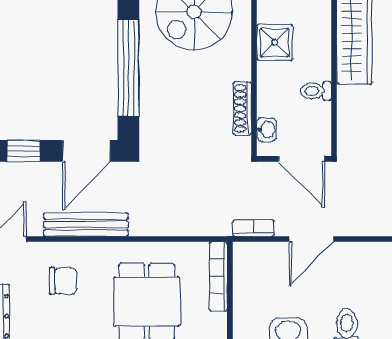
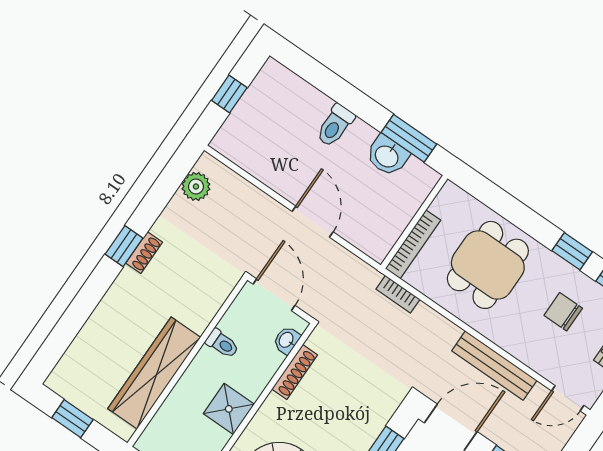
bookcase: (253, 228) -> (398, 294), moved
door: (311, 239) -> (313, 222), hinge flipped
chair: (63, 281) -> (563, 312), moved

